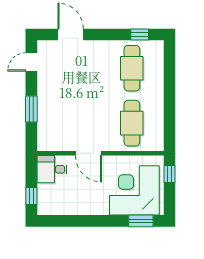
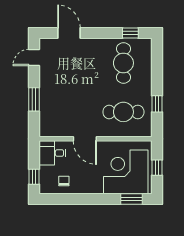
window: (170, 114) -> (157, 104), added
cafe table: (132, 123) -> (123, 112), turned 90
window: (170, 174) -> (157, 168), moved
chair: (65, 201) -> (64, 181), added

